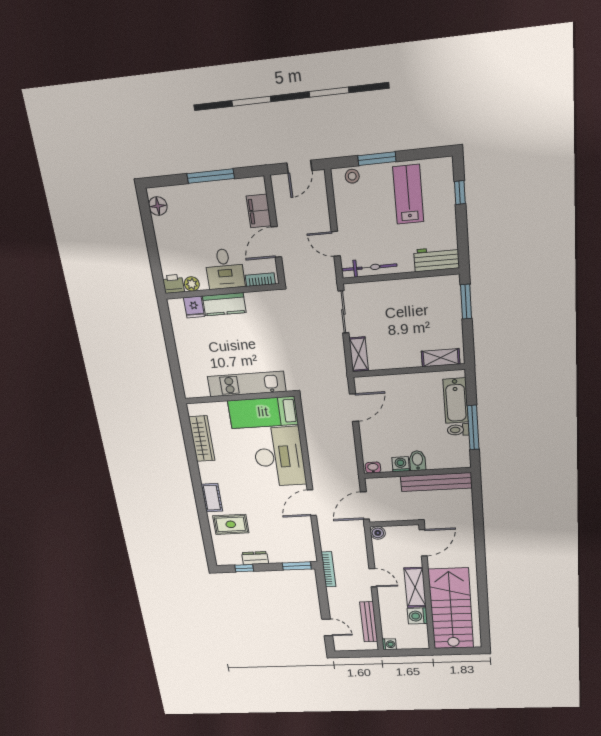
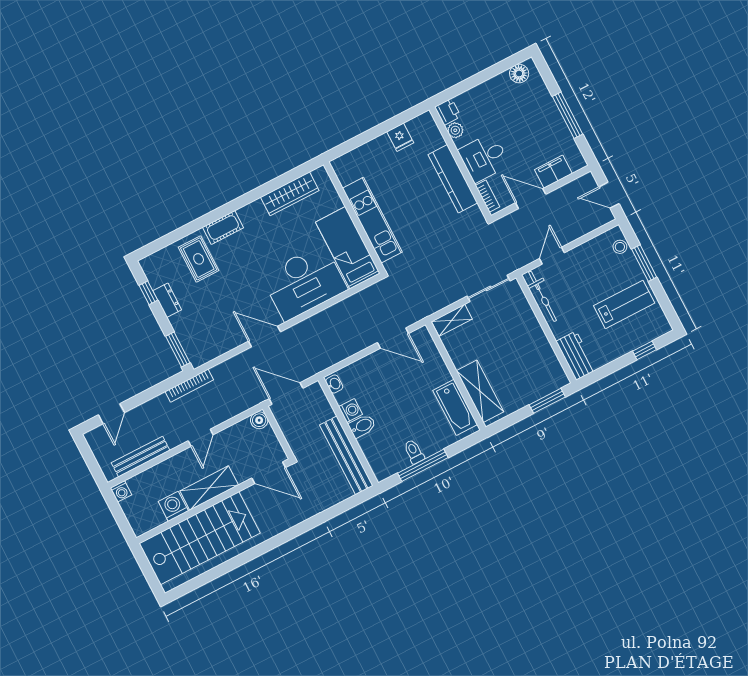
kitchen counter: (224, 304) -> (453, 179), width x1.50
fridge: (194, 307) -> (400, 137), moved, turned -90
shelving: (441, 358) -> (480, 391), width x1.50, depth x1.33
bathtub: (456, 401) -> (455, 407), moved, turned -90

